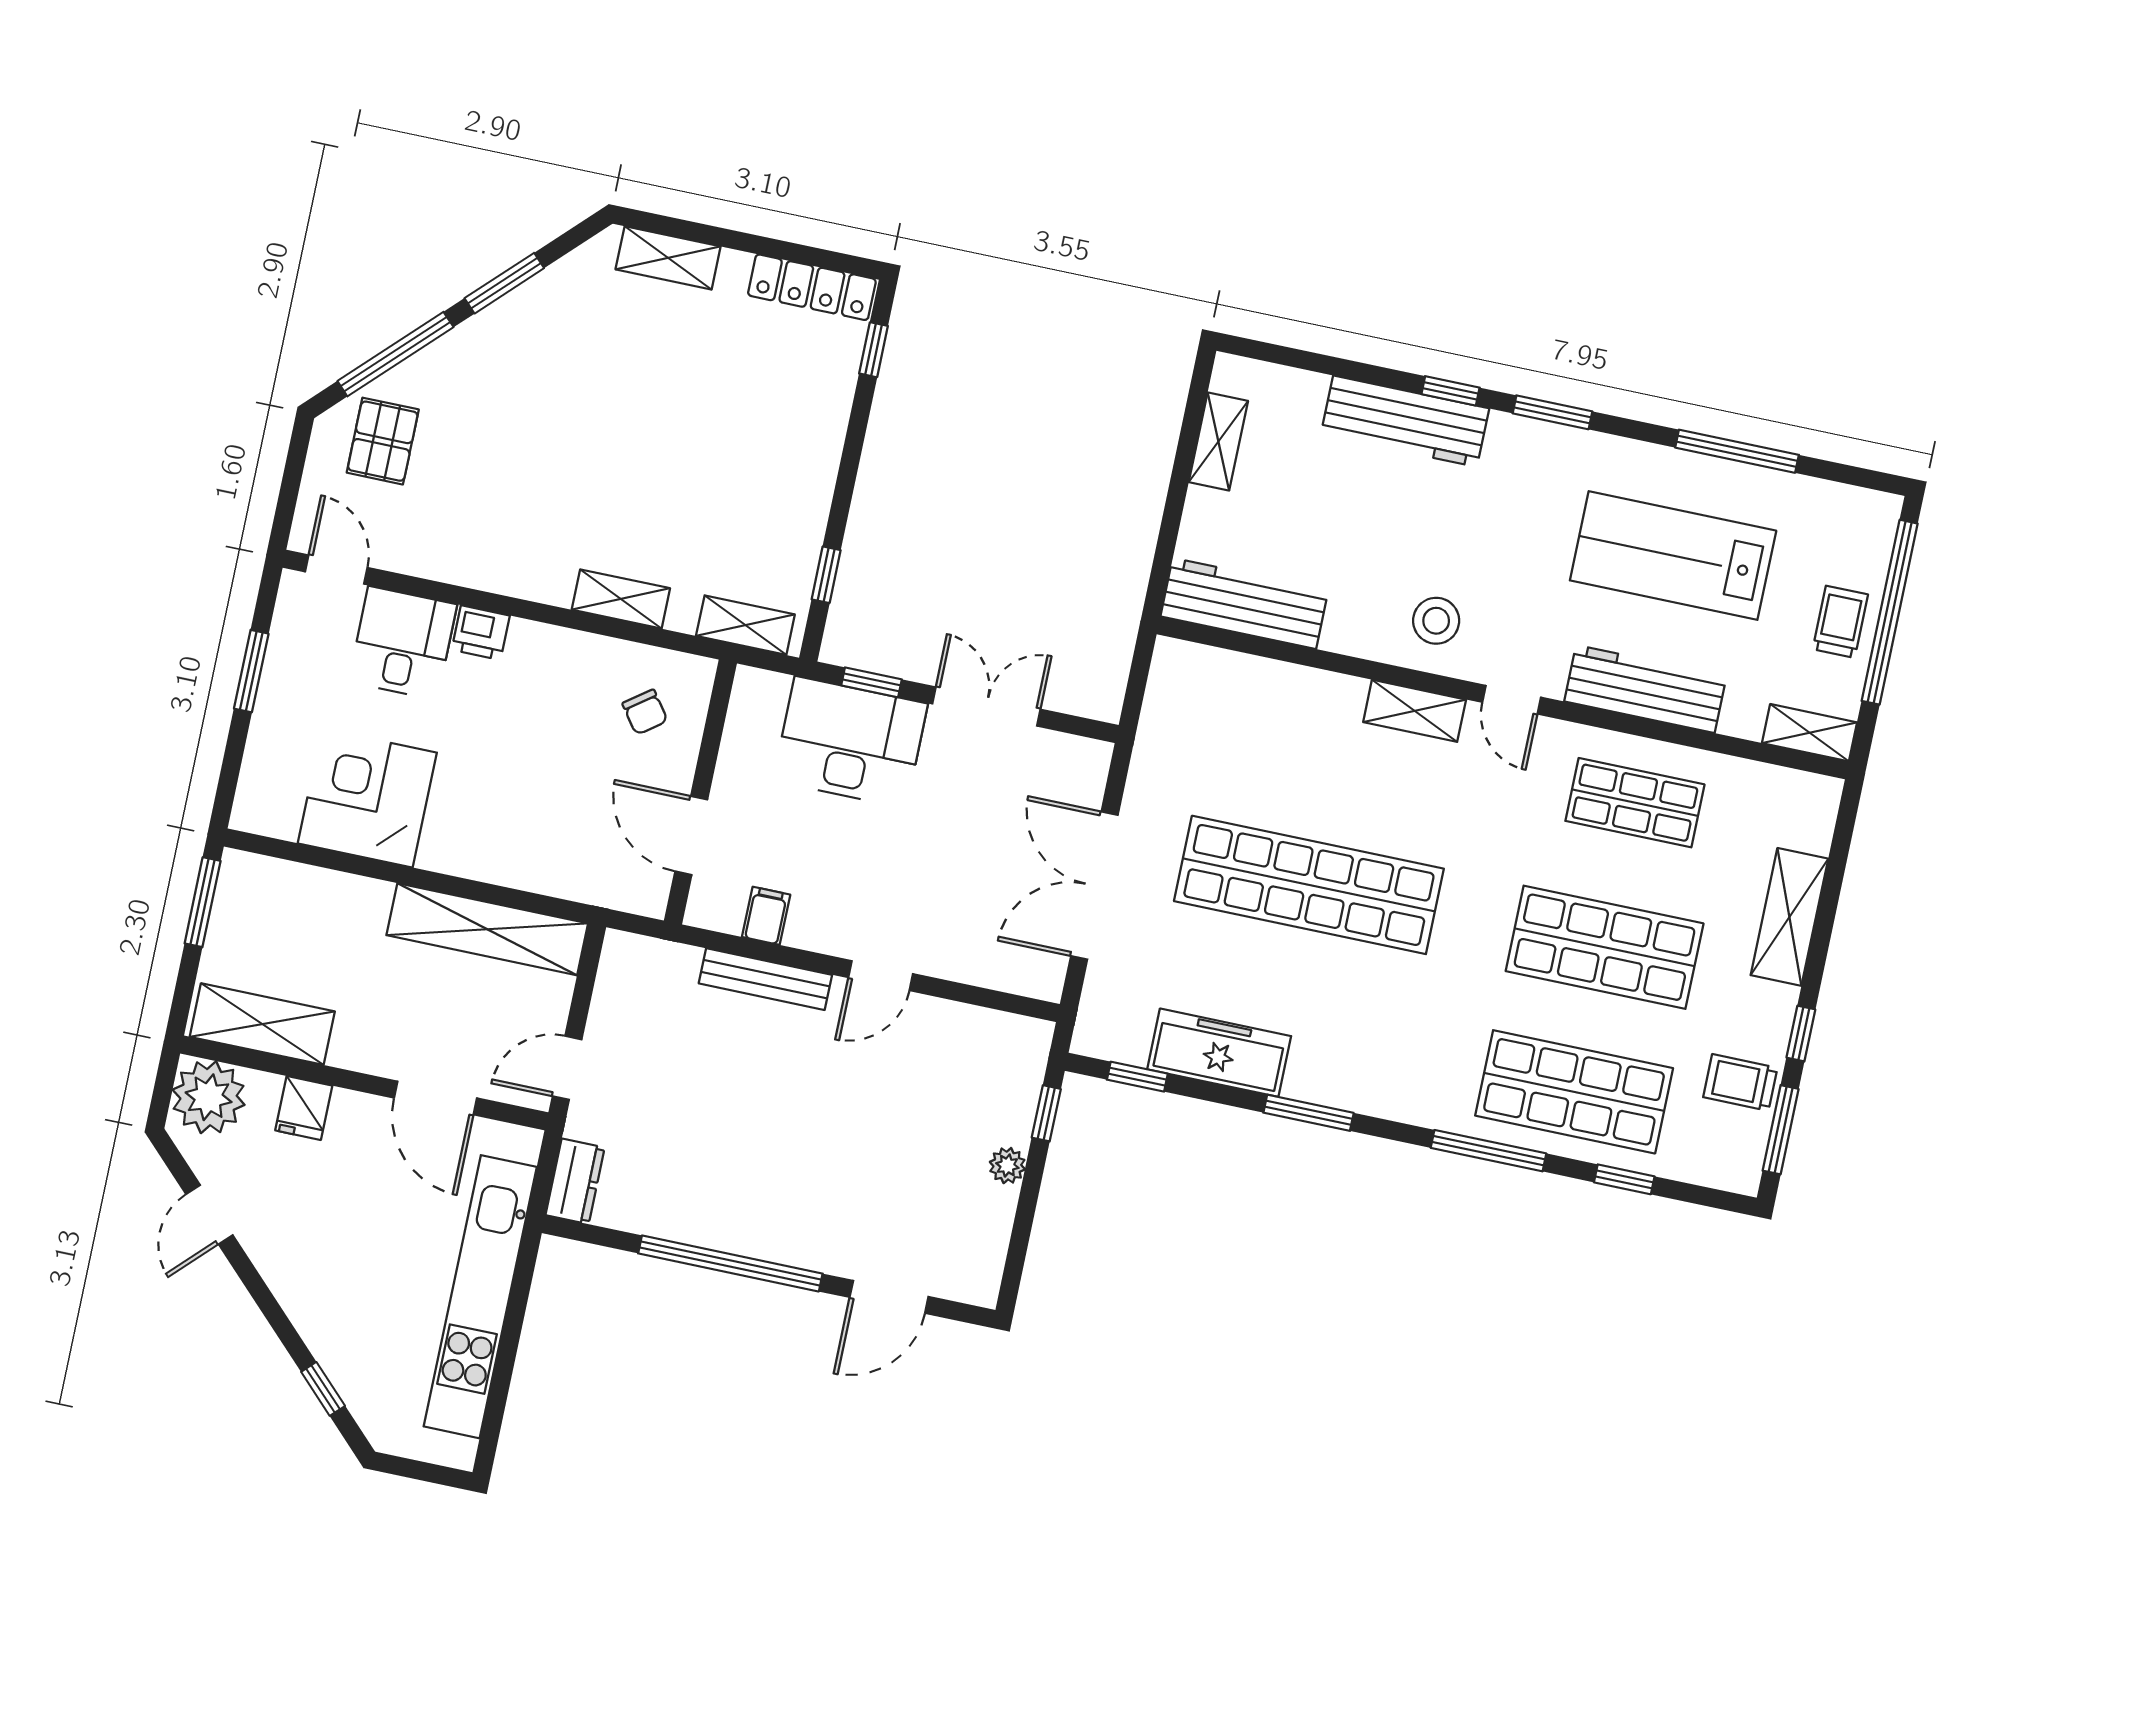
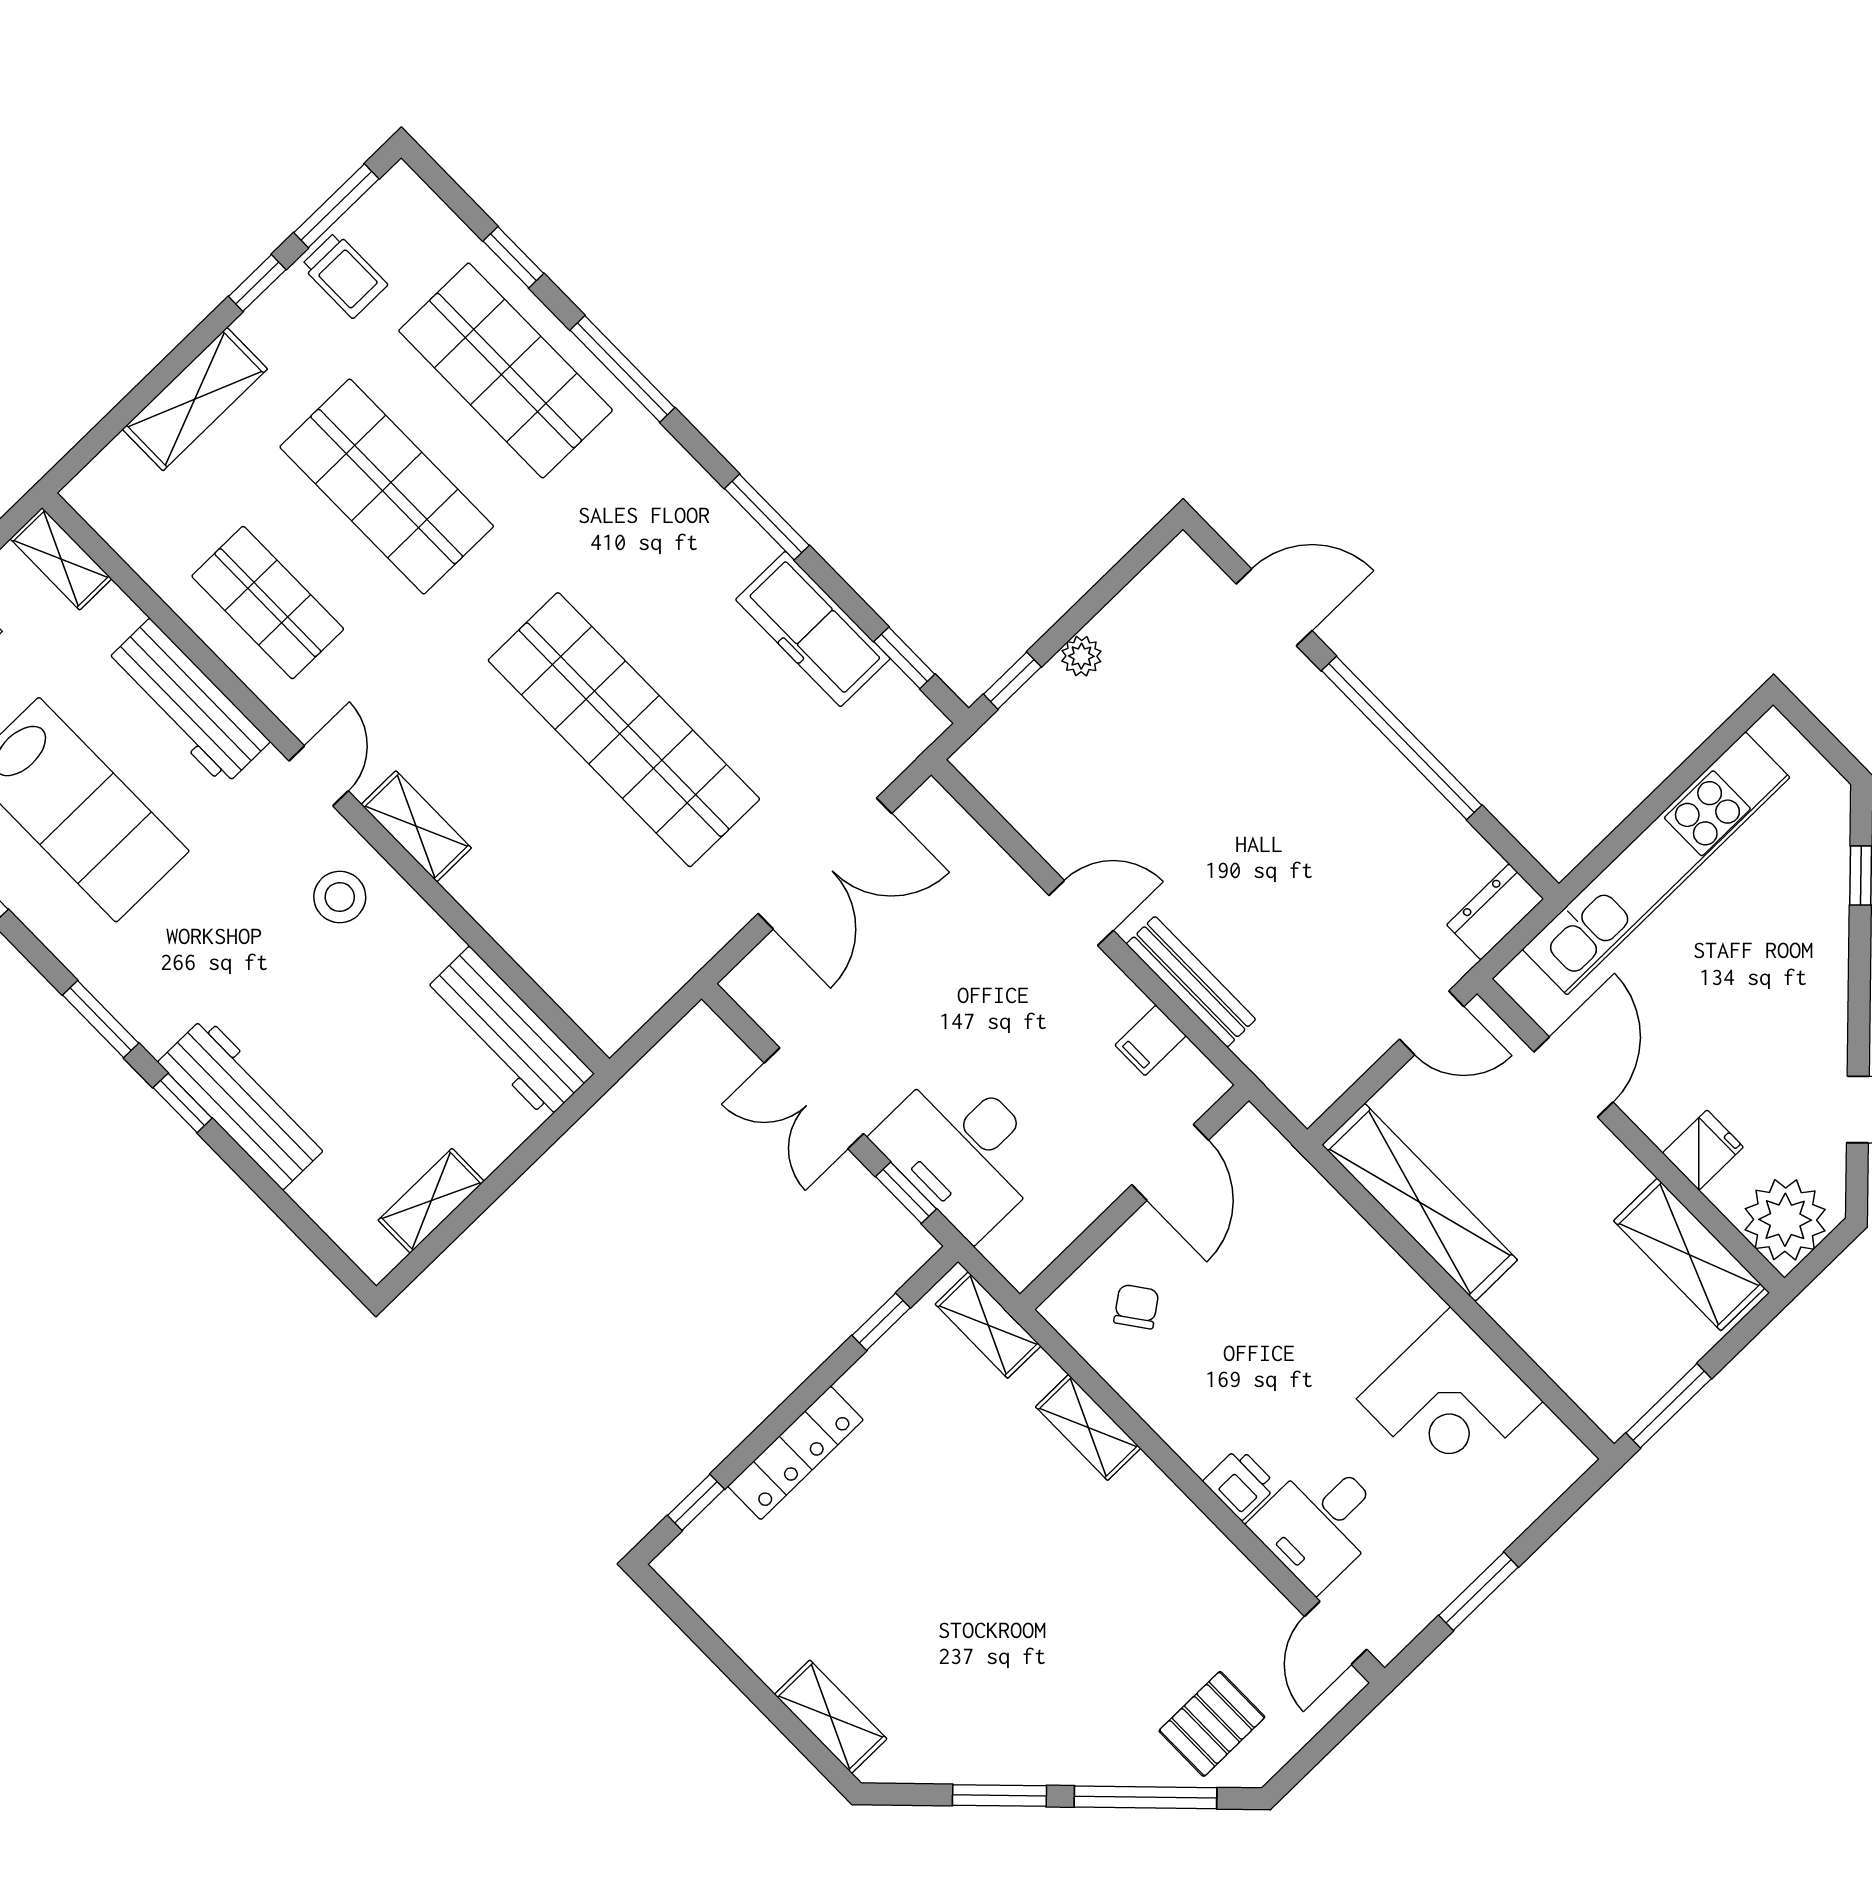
locker: (812, 287) -> (795, 1453), moved, turned 90

